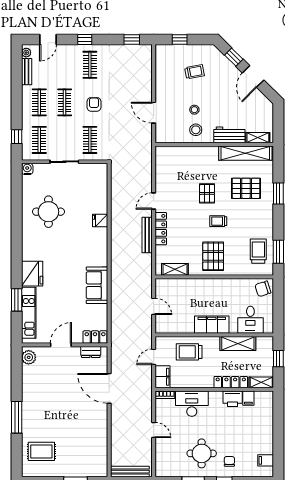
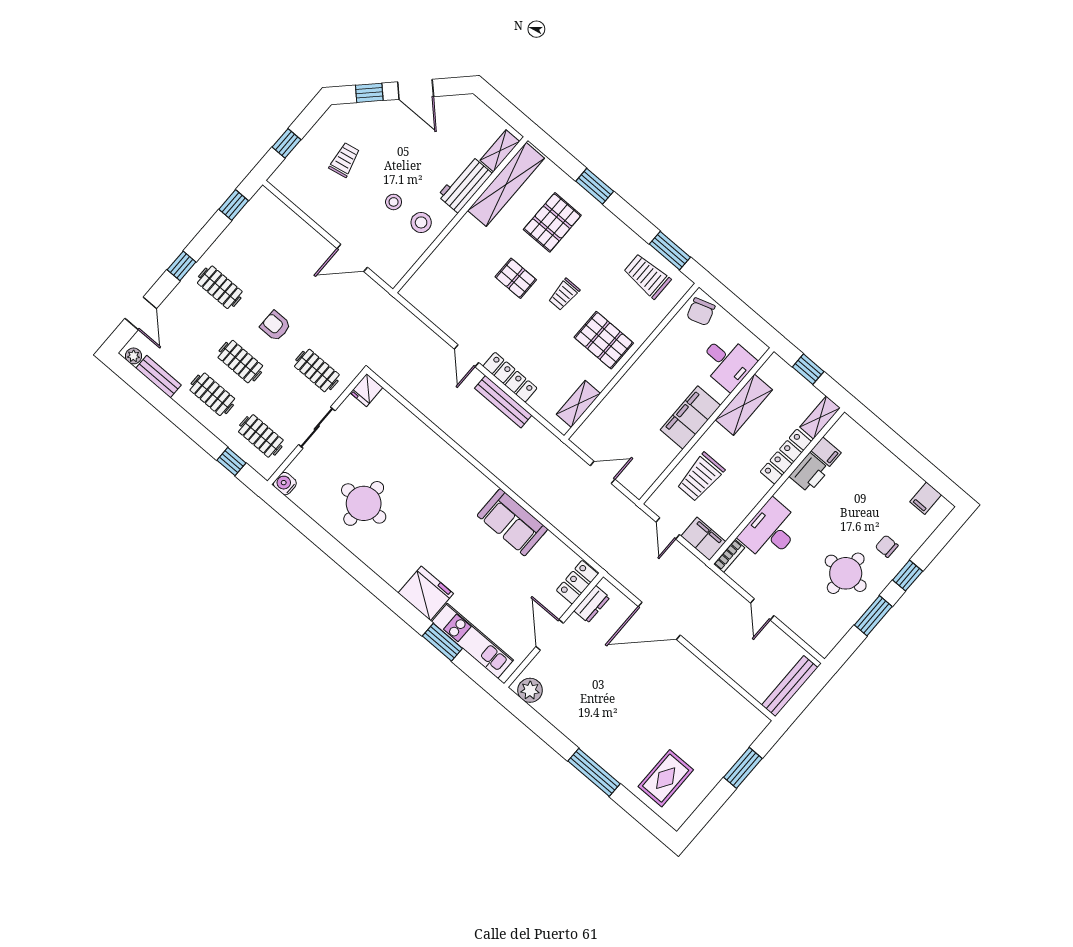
fridge: (100, 221) -> (366, 390), moved
door: (154, 430) -> (762, 609), swing flipped

